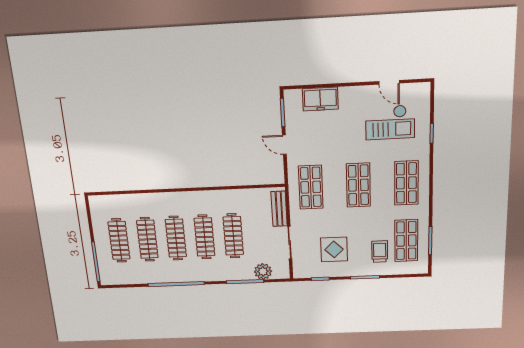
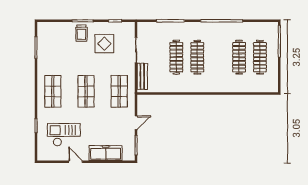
door: (389, 82) -> (76, 162), moved
freezer: (320, 99) -> (106, 153), width x1.40
door: (284, 145) -> (136, 123), hinge flipped
clothes rail: (176, 238) -> (218, 57), removed
shop shelf: (406, 241) -> (53, 48), removed
trolley: (380, 251) -> (81, 33), moved
plant: (263, 271) -> (157, 28), removed

